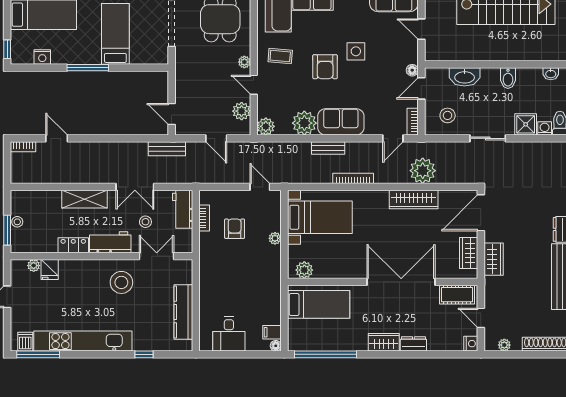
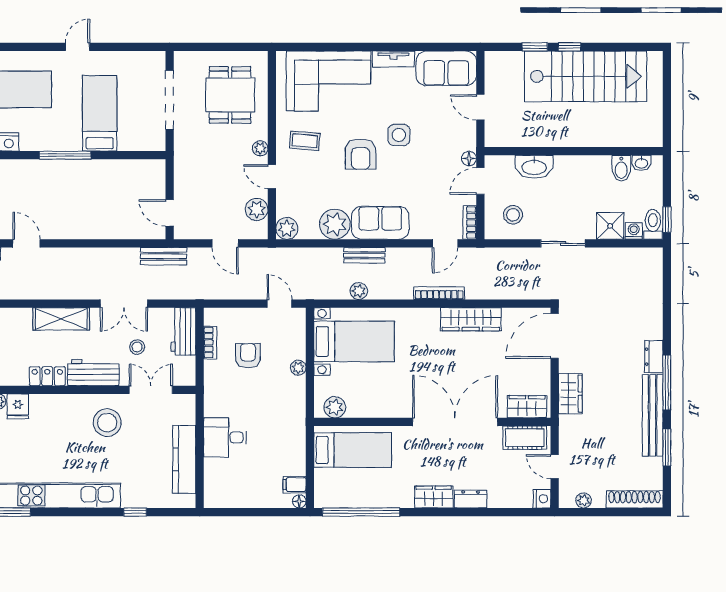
bidet: (508, 78) -> (621, 168), moved
plant: (423, 171) -> (359, 291), moved, width x0.53, depth x0.53
bookcase: (353, 178) -> (439, 293), moved
wardrobe: (469, 253) -> (527, 407), moved, turned 90
desk: (229, 334) -> (225, 437), moved, turned 90

